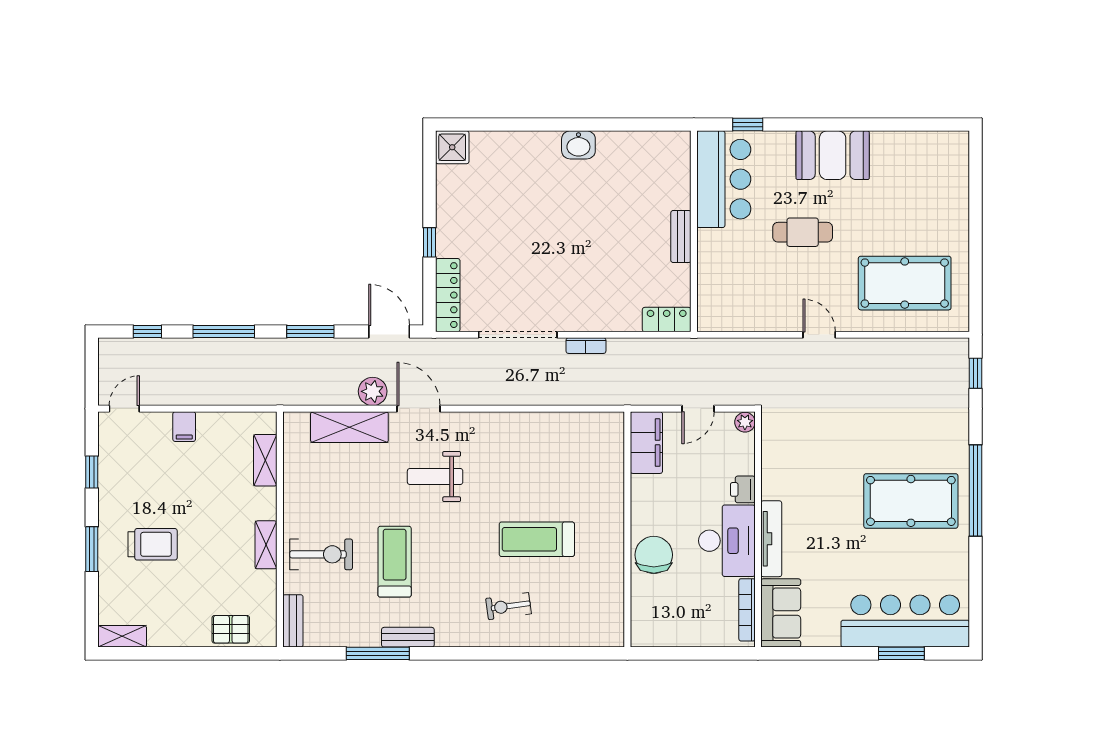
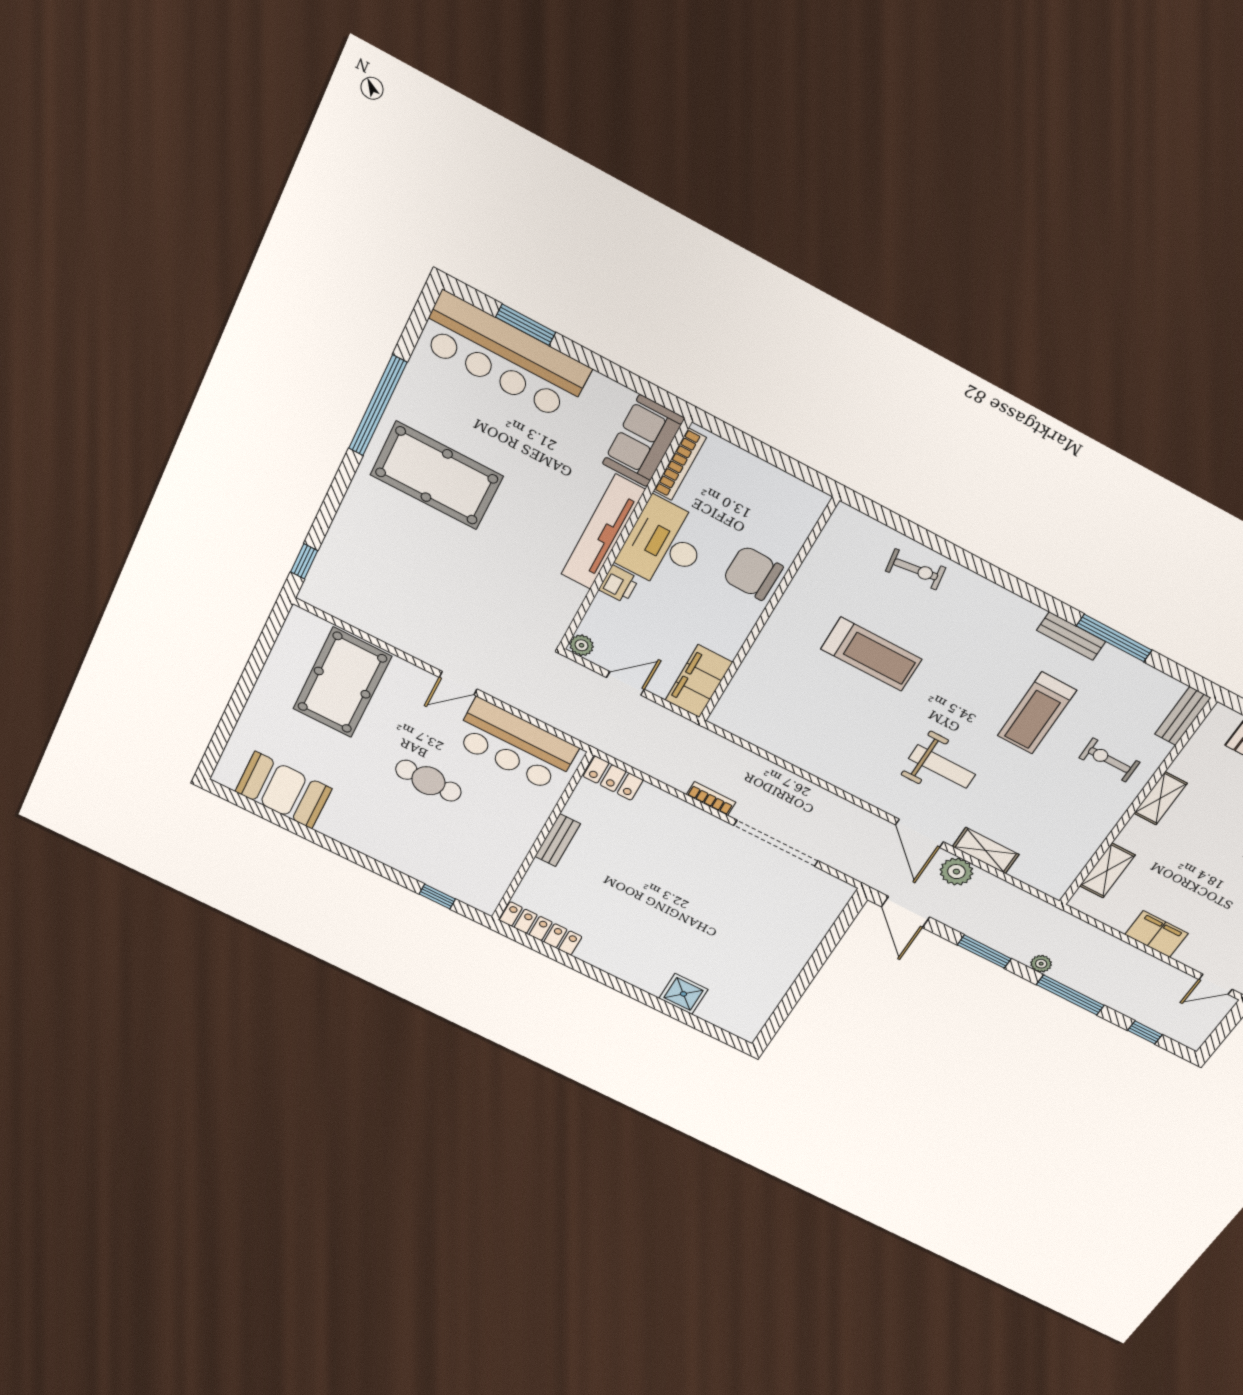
washbasin: (578, 145) -> (618, 964), removed
shower: (452, 147) -> (683, 994), moved
booth: (833, 155) -> (283, 790), moved
bar counter: (724, 179) -> (515, 745), moved, turned -90
window: (429, 242) -> (816, 962), removed
pool table: (905, 283) -> (342, 683), turned 90
locker: (448, 295) -> (541, 928), moved, turned 90
door: (819, 335) -> (458, 683), hinge flipped
plant: (262, 347) -> (1041, 964), added
filing cabinet: (184, 427) -> (1156, 934), width x2.00
shelving: (349, 427) -> (986, 851), width x0.67, depth x0.75
window: (976, 491) -> (378, 406), moved
tv unit: (771, 539) -> (603, 532), width x1.36, depth x1.29
exercise bike: (321, 554) -> (1109, 760), width x0.73, depth x0.72
chair: (654, 555) -> (753, 573), turned 91
exercise bike: (509, 606) -> (916, 569), moved

